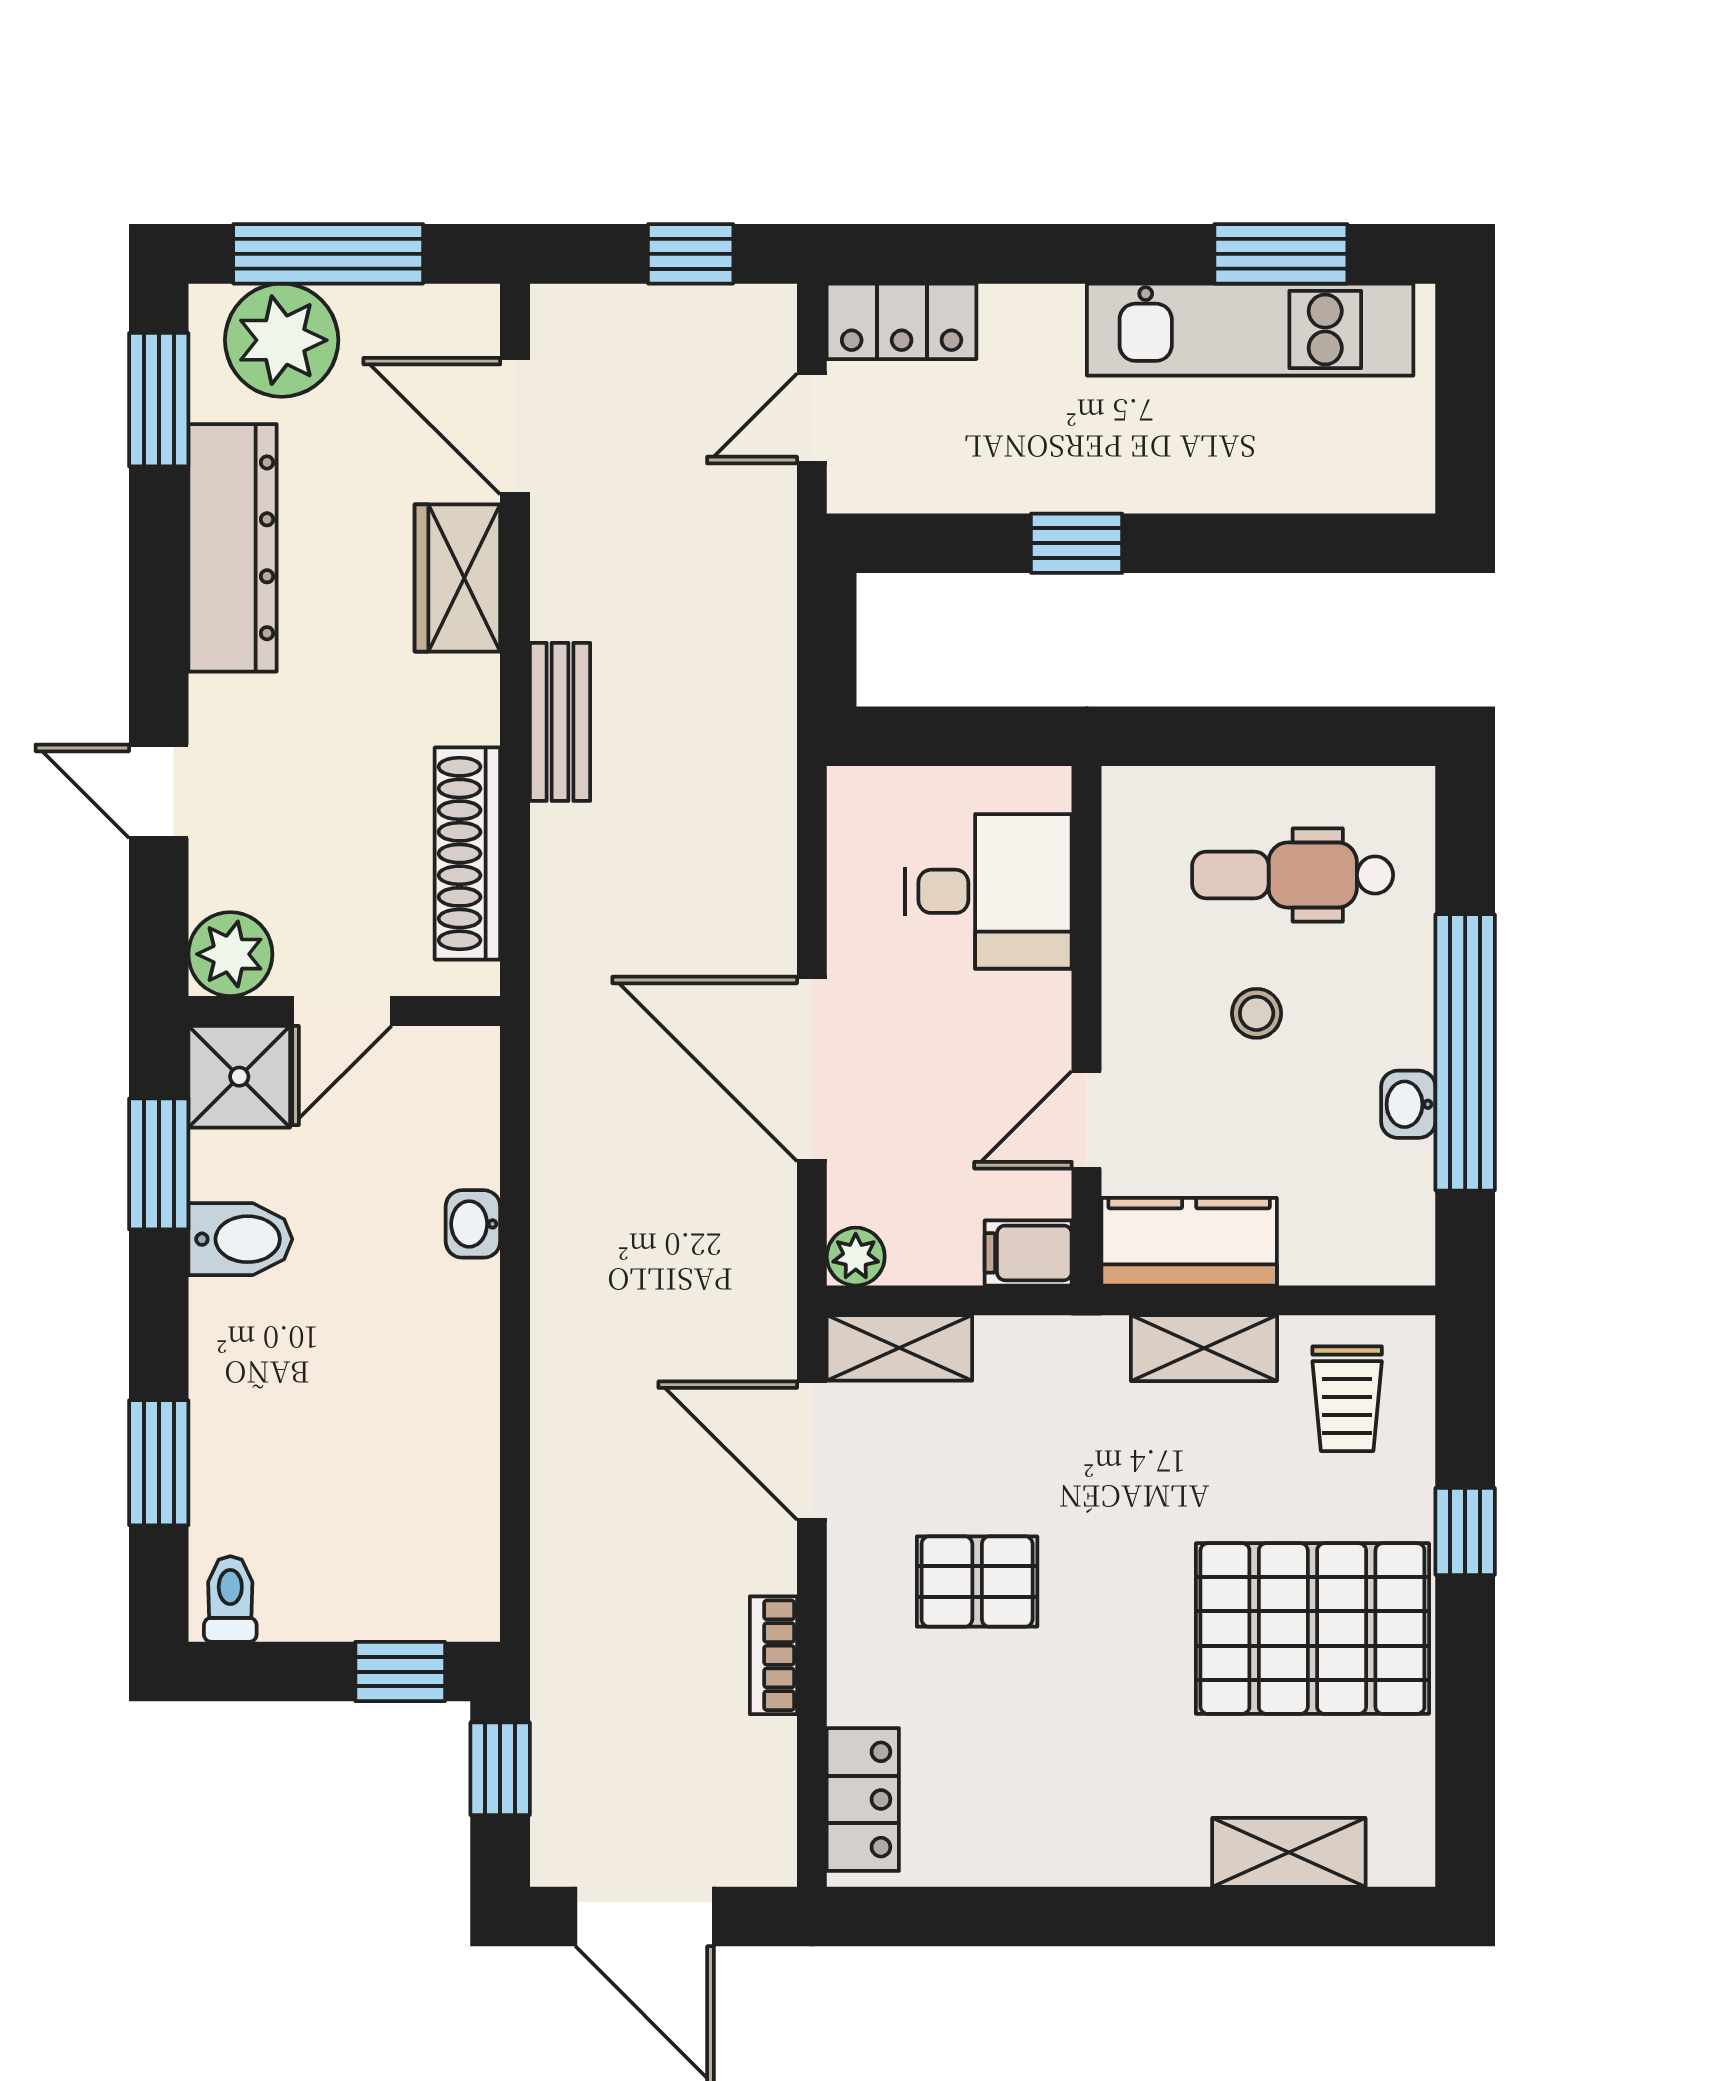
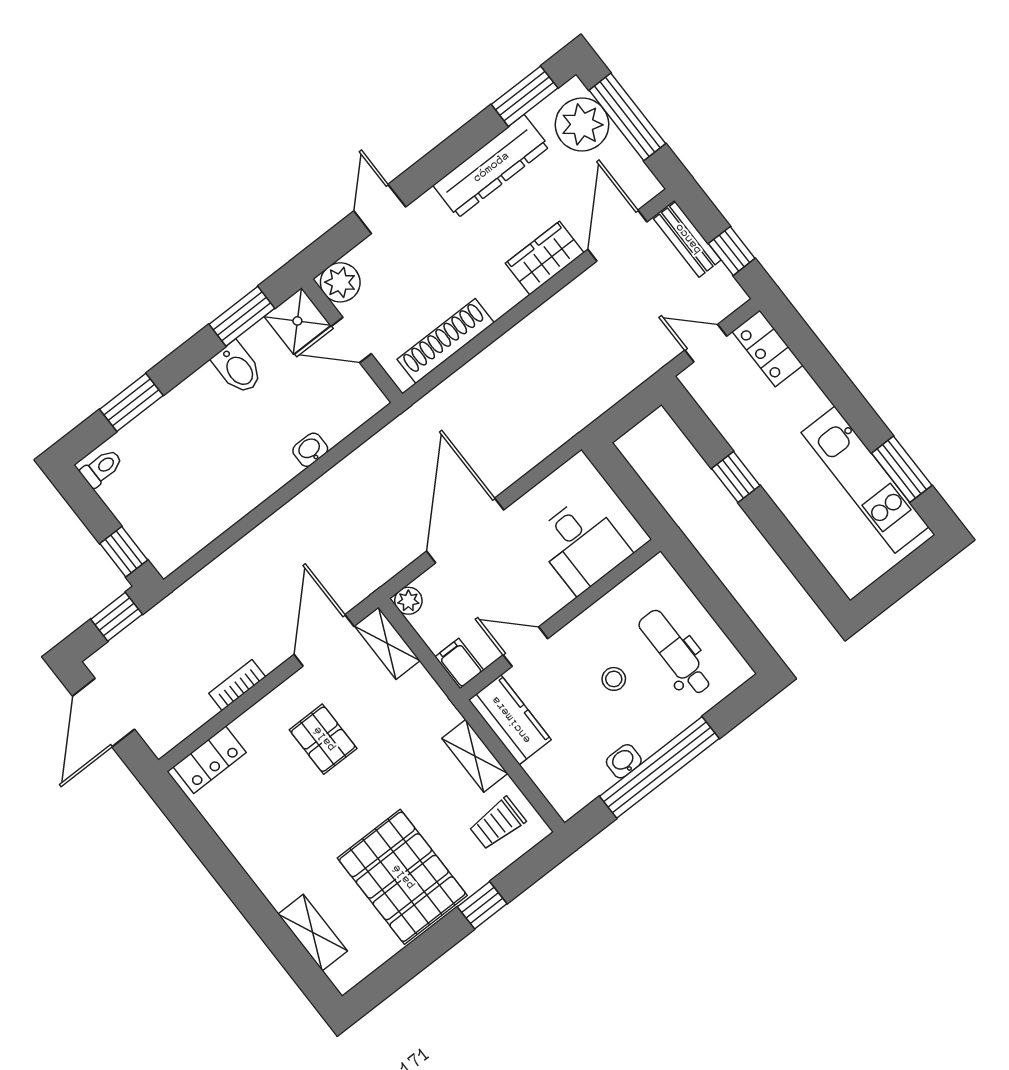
bench: (560, 722) -> (687, 239), moved, turned 90

